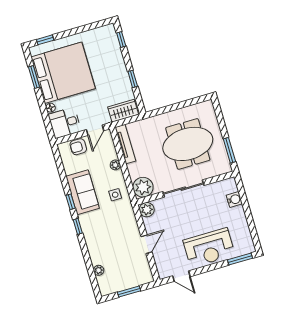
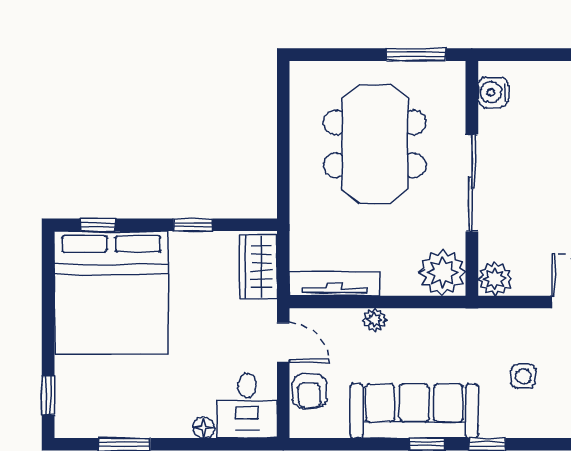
bed: (63, 73) -> (111, 293), moved, turned 180
sofa: (83, 192) -> (414, 411), width x1.36
side table: (115, 195) -> (523, 376), moved
water cooler: (234, 199) -> (493, 92), moved, turned -90

